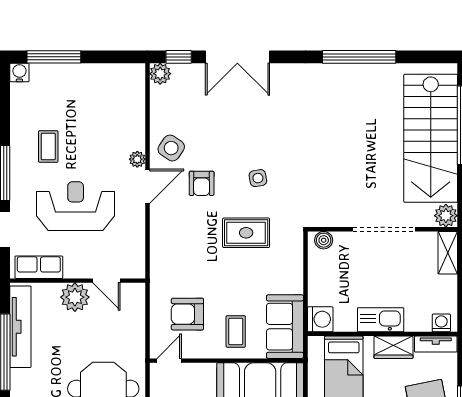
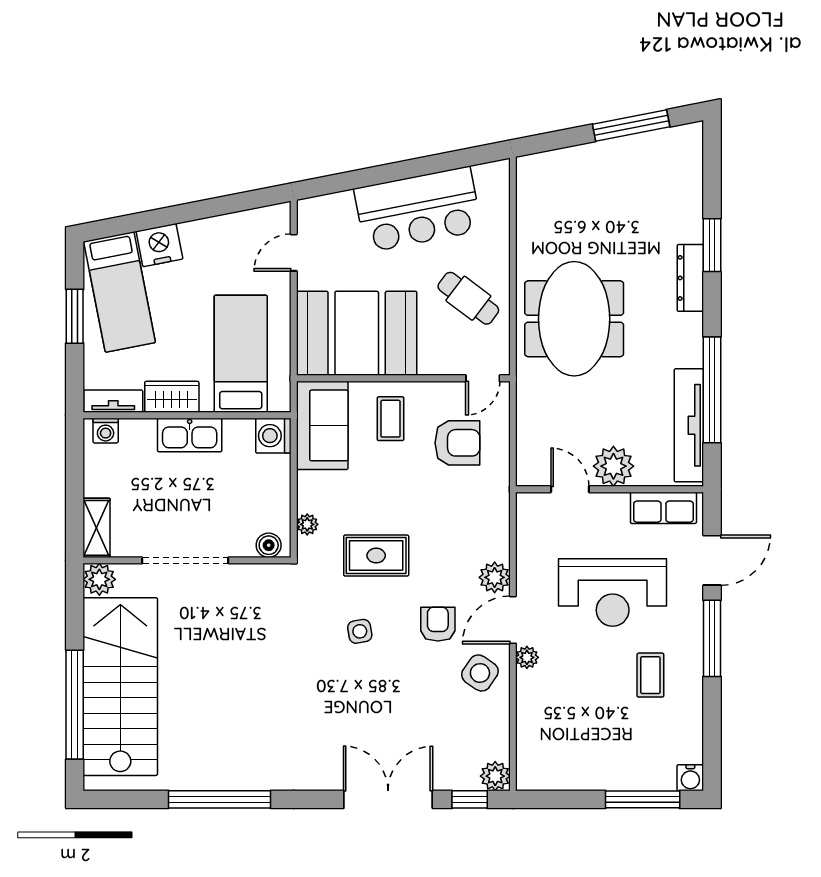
plant: (161, 217) -> (495, 577), added
plant: (296, 255) -> (307, 524), added

